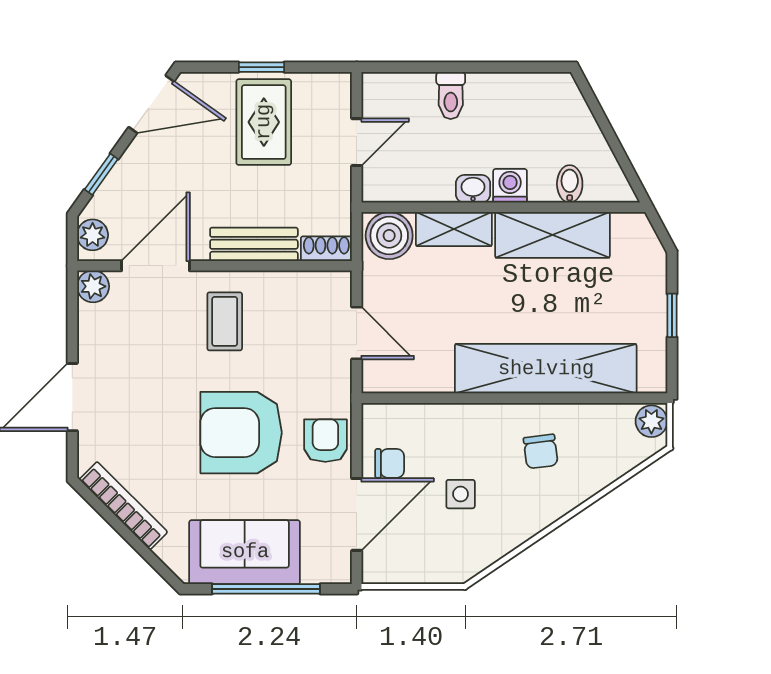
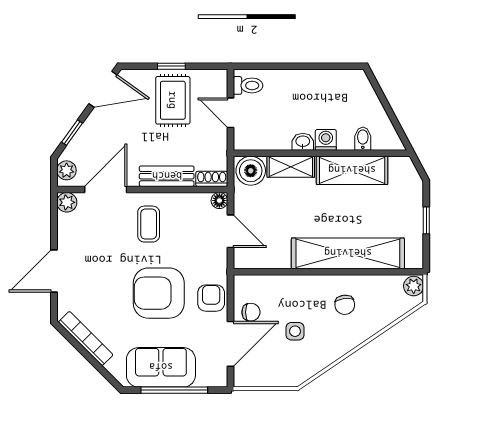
toilet: (451, 95) -> (248, 85), moved, turned -90
door: (357, 142) -> (230, 113), swing flipped
floor lamp: (339, 284) -> (219, 201), added

